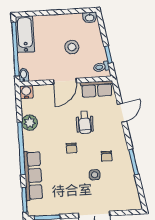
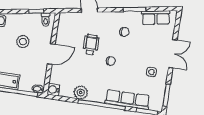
door: (65, 81) -> (51, 54), hinge flipped
row of seats: (97, 89) -> (156, 18), moved, turned 80
wheelchair: (85, 122) -> (91, 45), turned -90
side table: (95, 175) -> (151, 72), moved

